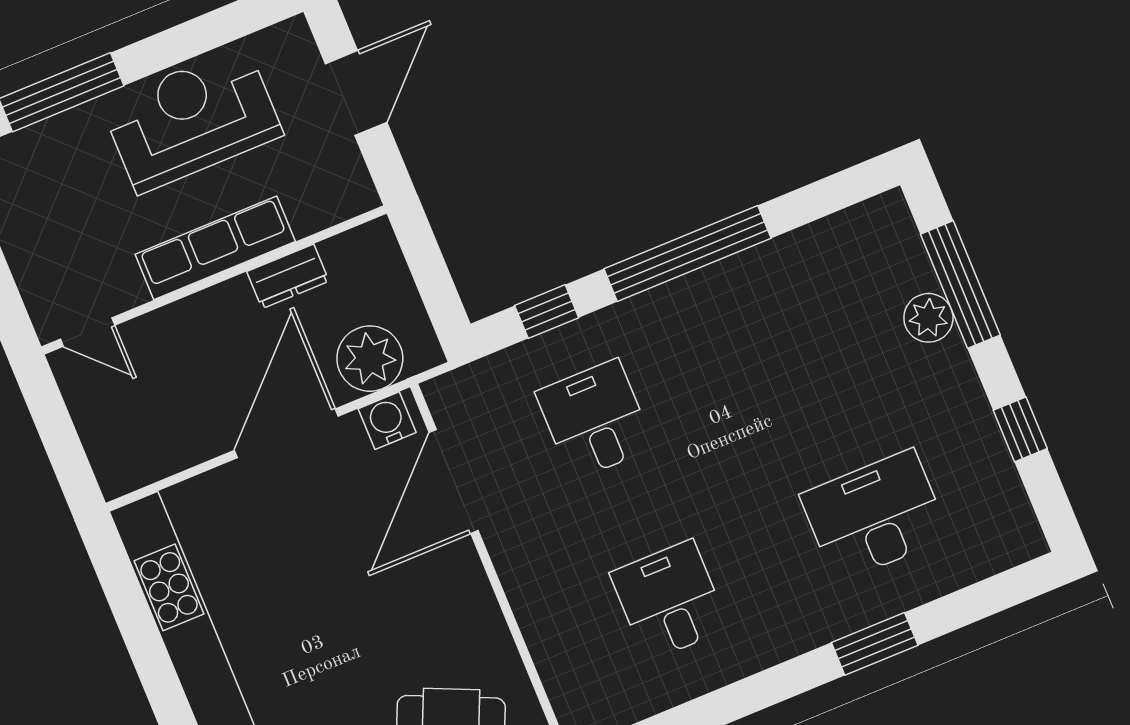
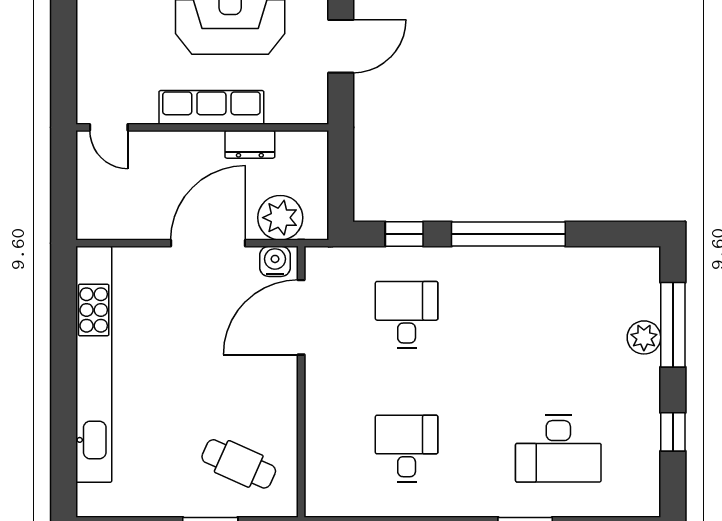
desk: (875, 516) -> (558, 449), turned 180

